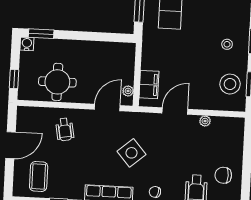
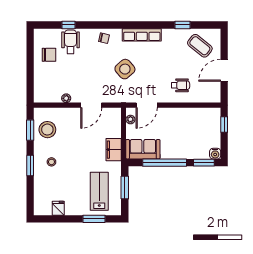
window: (89, 36) -> (165, 163), added
sofa: (115, 54) -> (143, 149), added
round table: (57, 82) -> (189, 124), removed
filing cabinet: (149, 85) -> (114, 150), moved
wheelchair: (65, 130) -> (180, 85), turned 100
coffee table: (39, 176) -> (200, 46), turned -51

